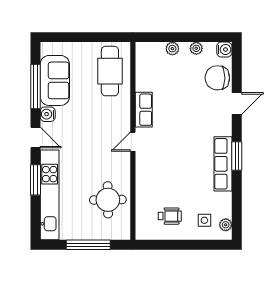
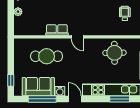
window: (65, 37) -> (11, 80), added
cafe table: (110, 71) -> (47, 56), moved
door: (35, 137) -> (75, 99), hinge flipped
window: (35, 180) -> (120, 99), moved

